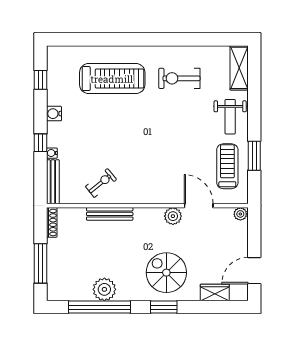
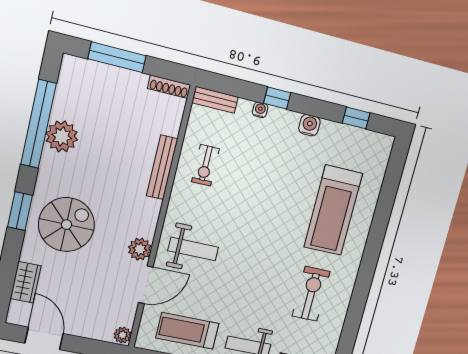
treadmill: (227, 166) -> (187, 331), turned 180
weight bench: (164, 177) -> (193, 249), added
bench: (53, 182) -> (215, 100), width x0.73
exercise bike: (101, 183) -> (205, 165), turned 39

